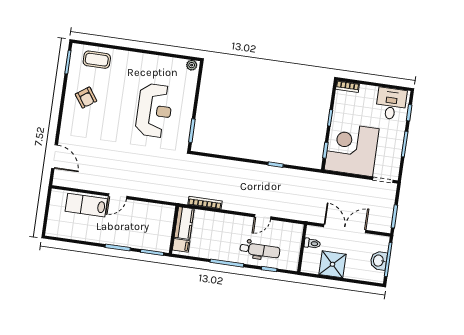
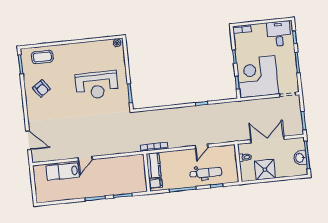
reception desk: (154, 110) -> (97, 85), turned 90
kitchen counter: (184, 223) -> (154, 165), moved
wall: (174, 230) -> (147, 173), moved
filing cabinet: (181, 245) -> (156, 183), moved

